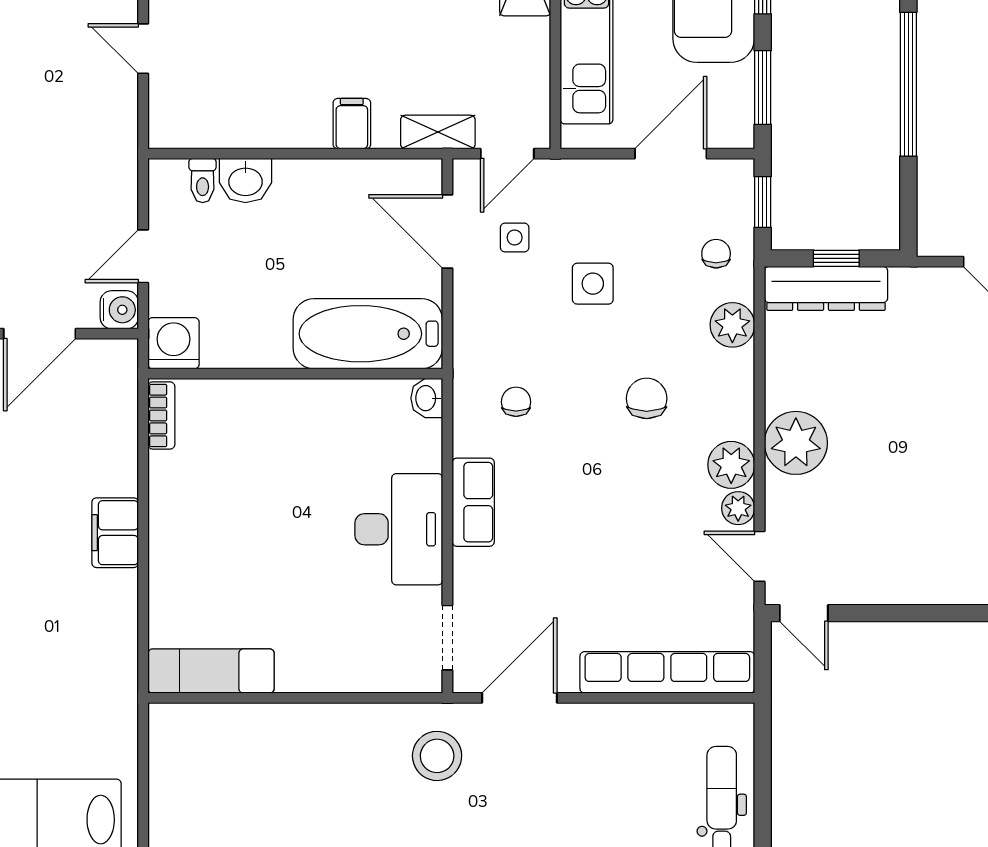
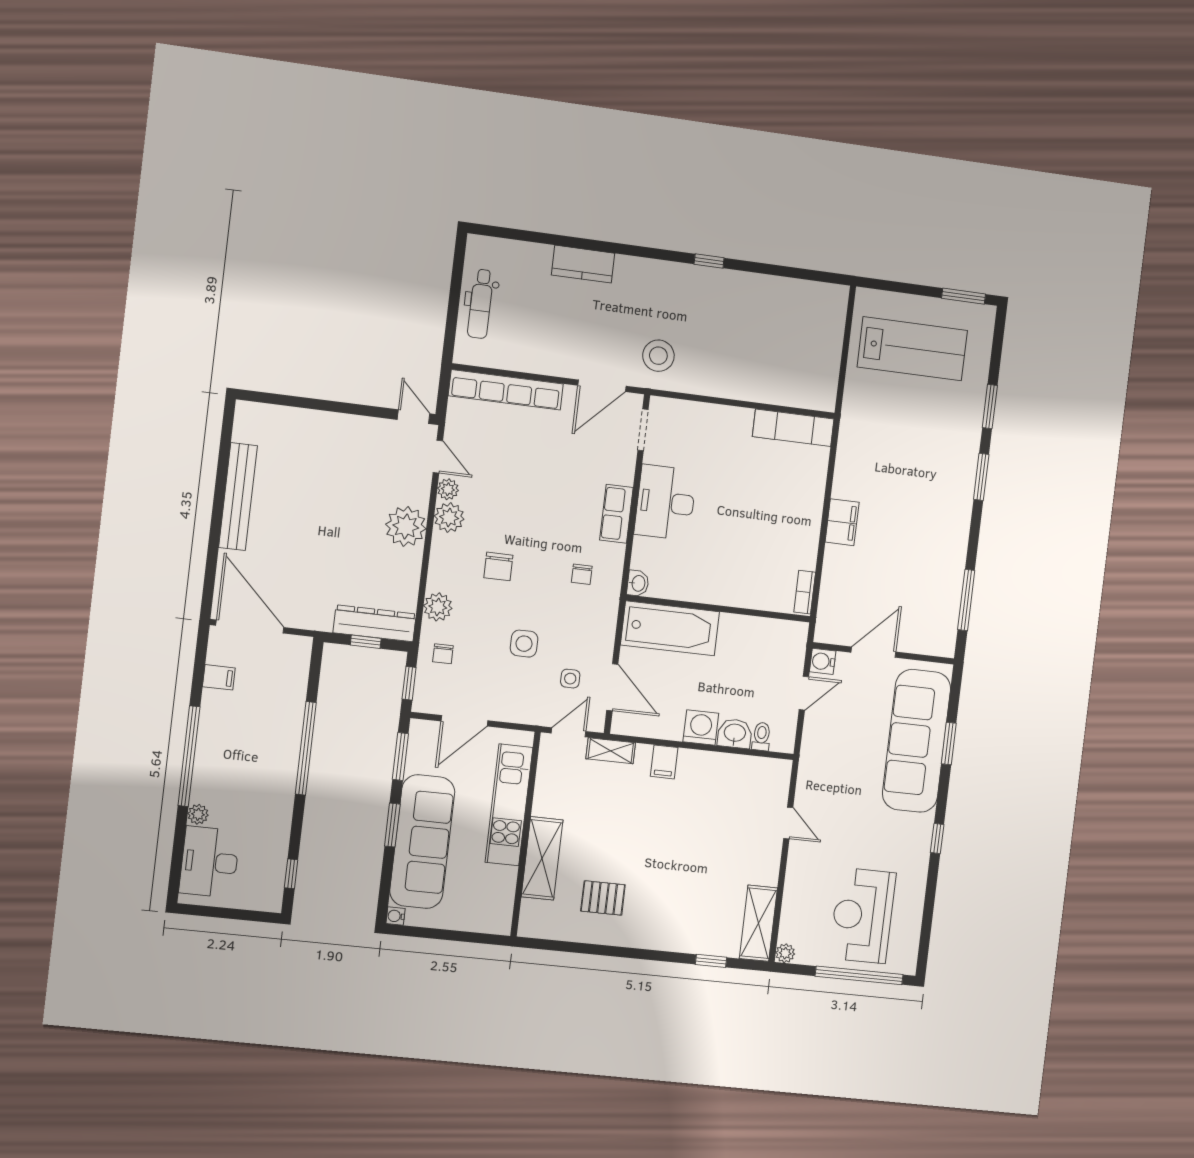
washing machine: (174, 343) -> (701, 727), moved, turned 180

